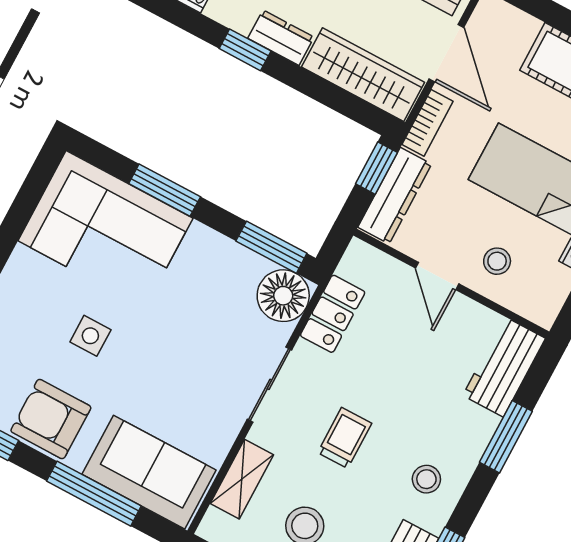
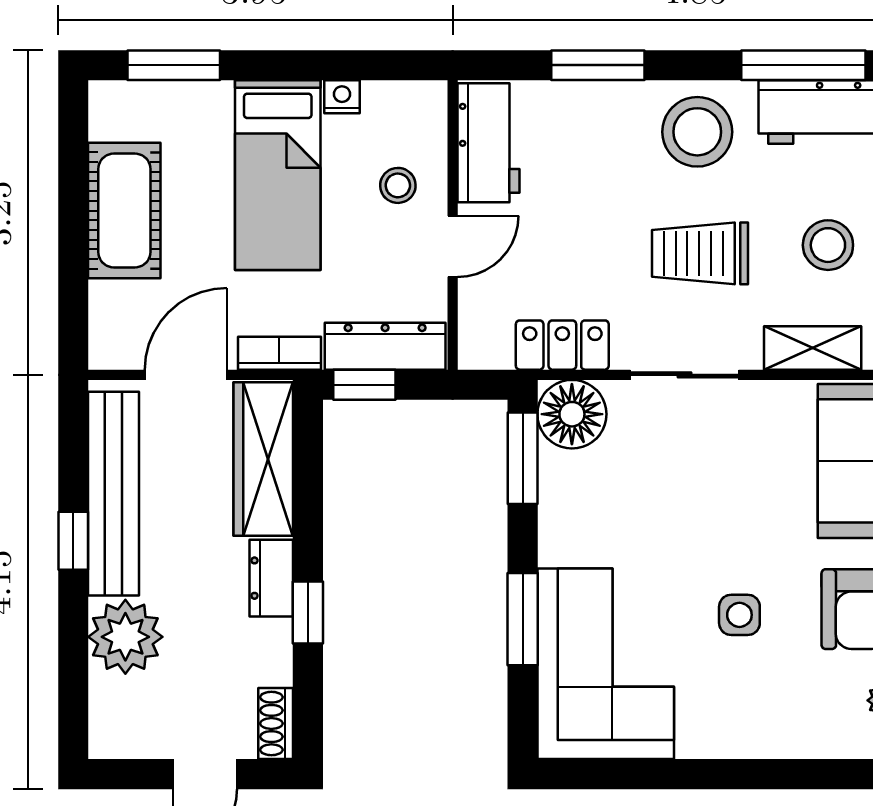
workbench: (504, 367) -> (488, 143), moved, turned -90
trolley: (345, 438) -> (700, 253), width x1.36, depth x1.39
stool: (426, 479) -> (697, 132), width x1.89, depth x1.89

